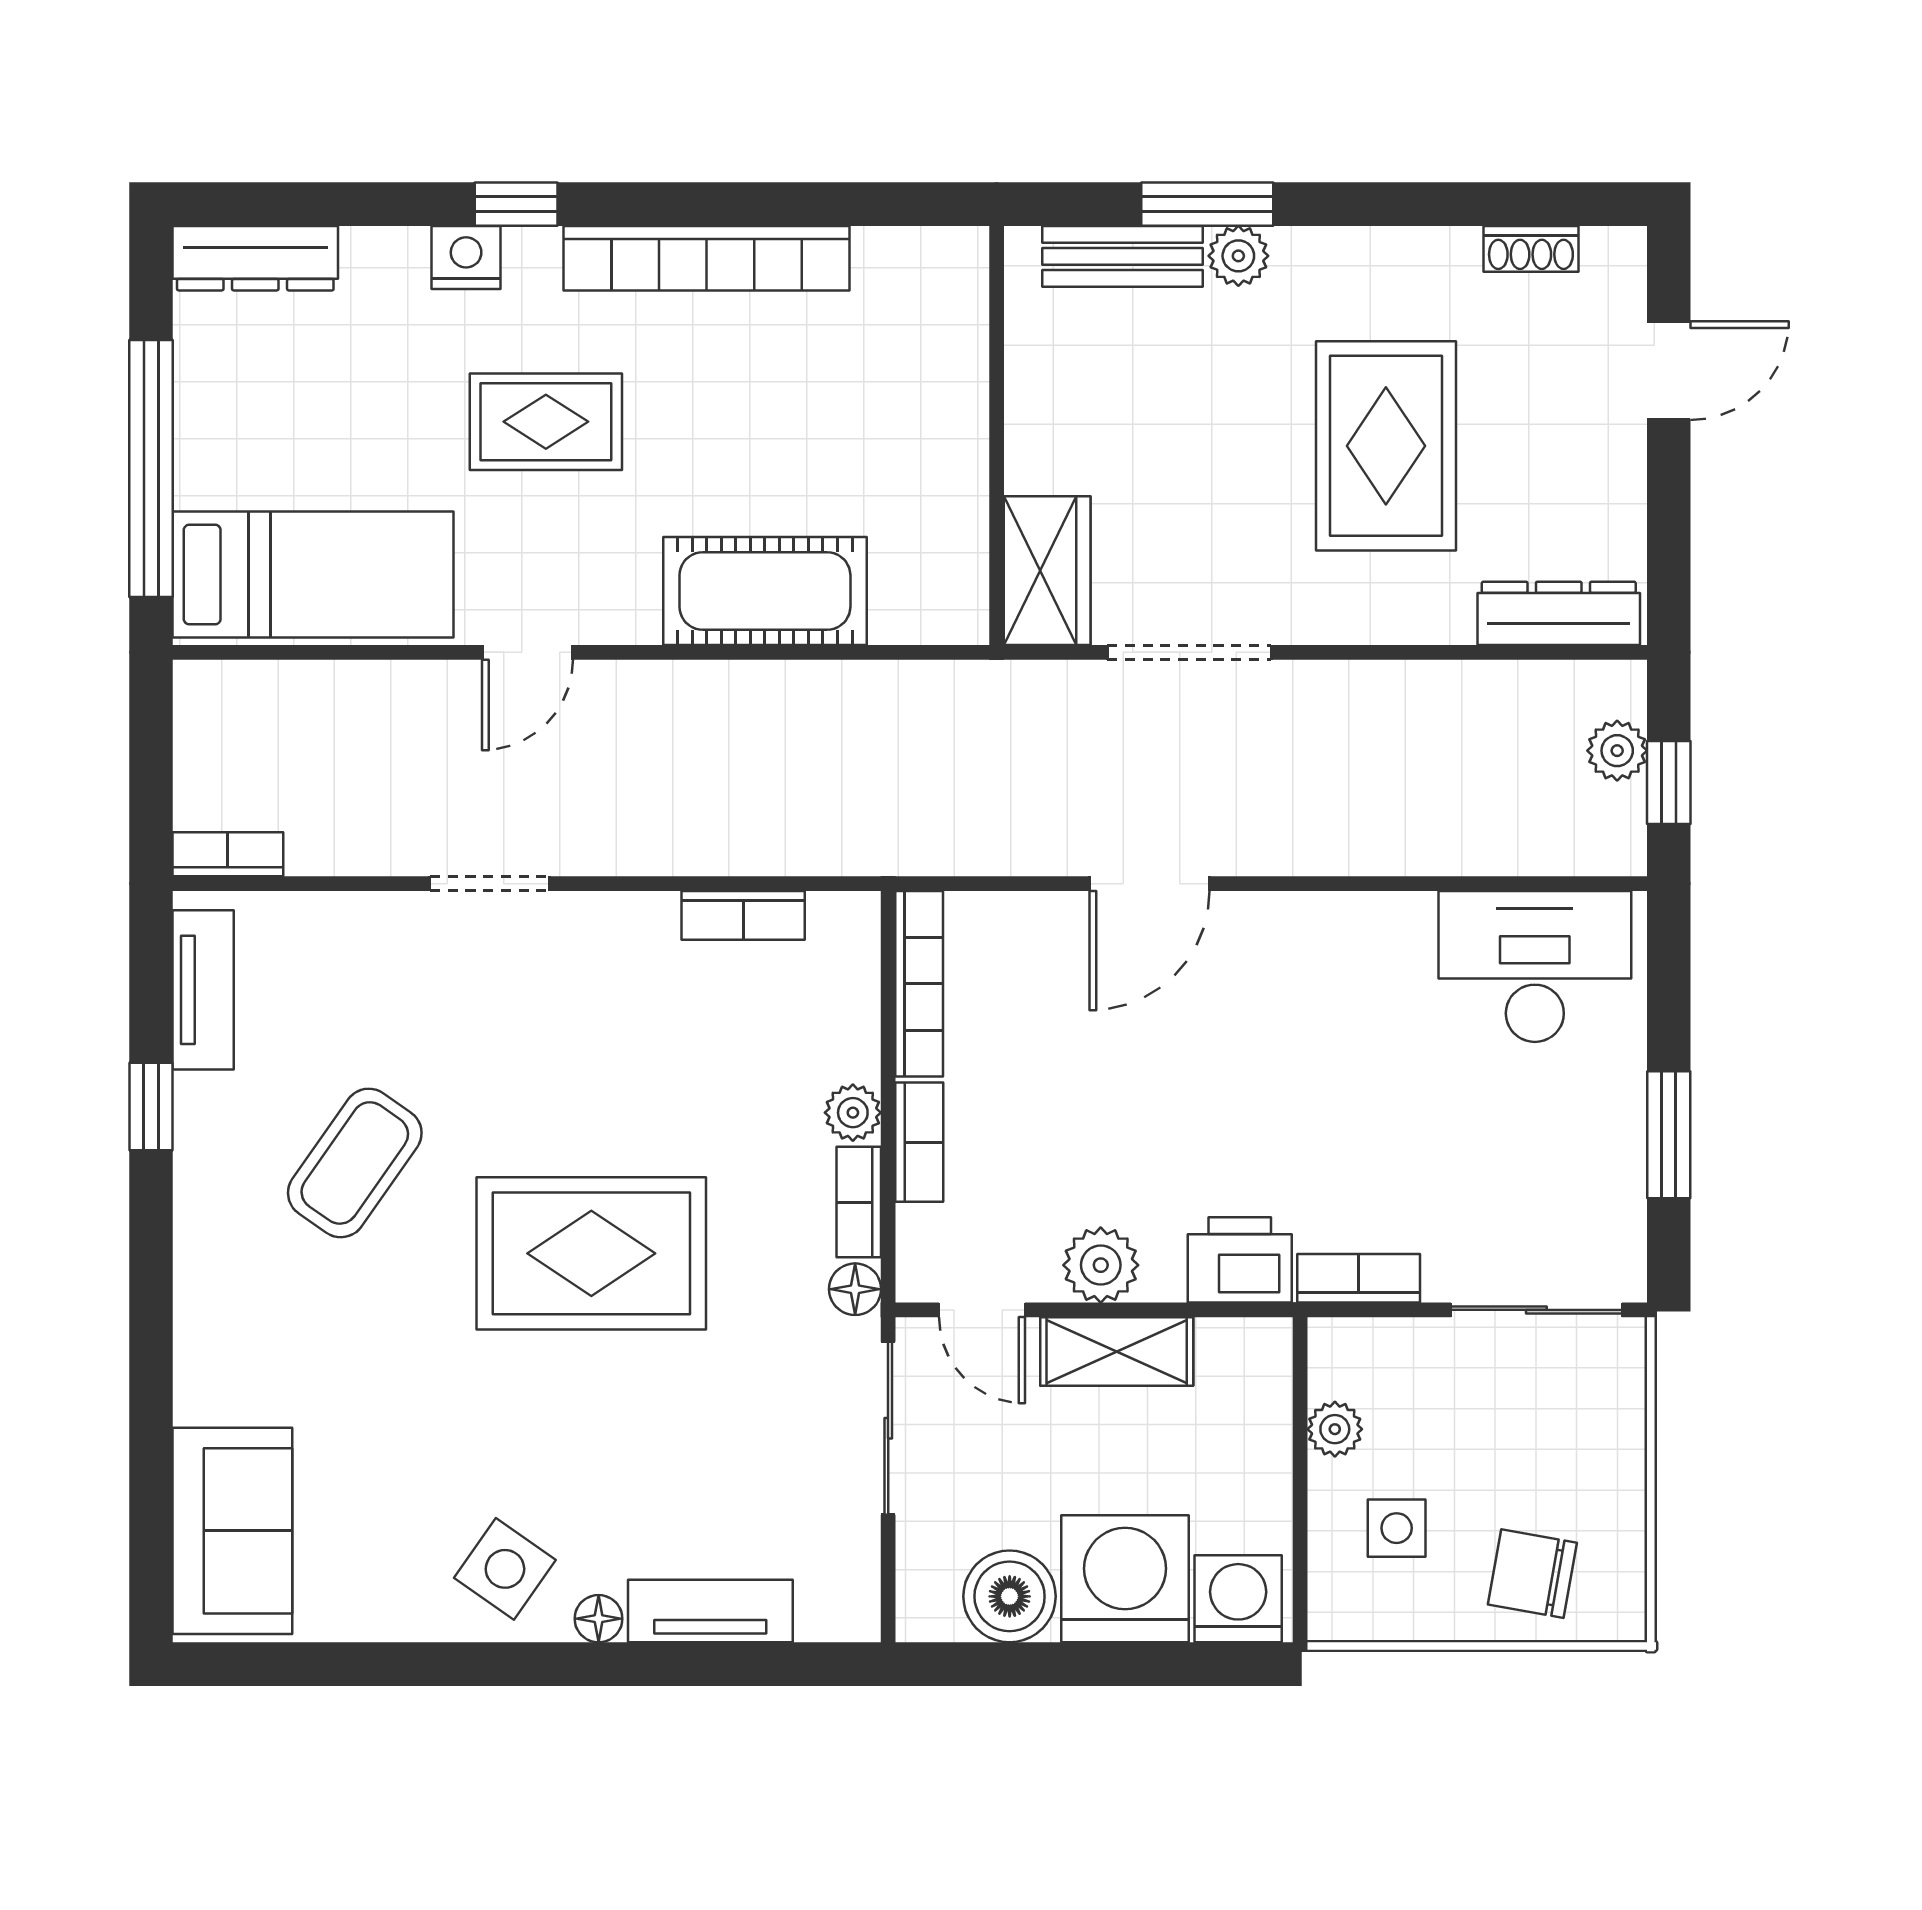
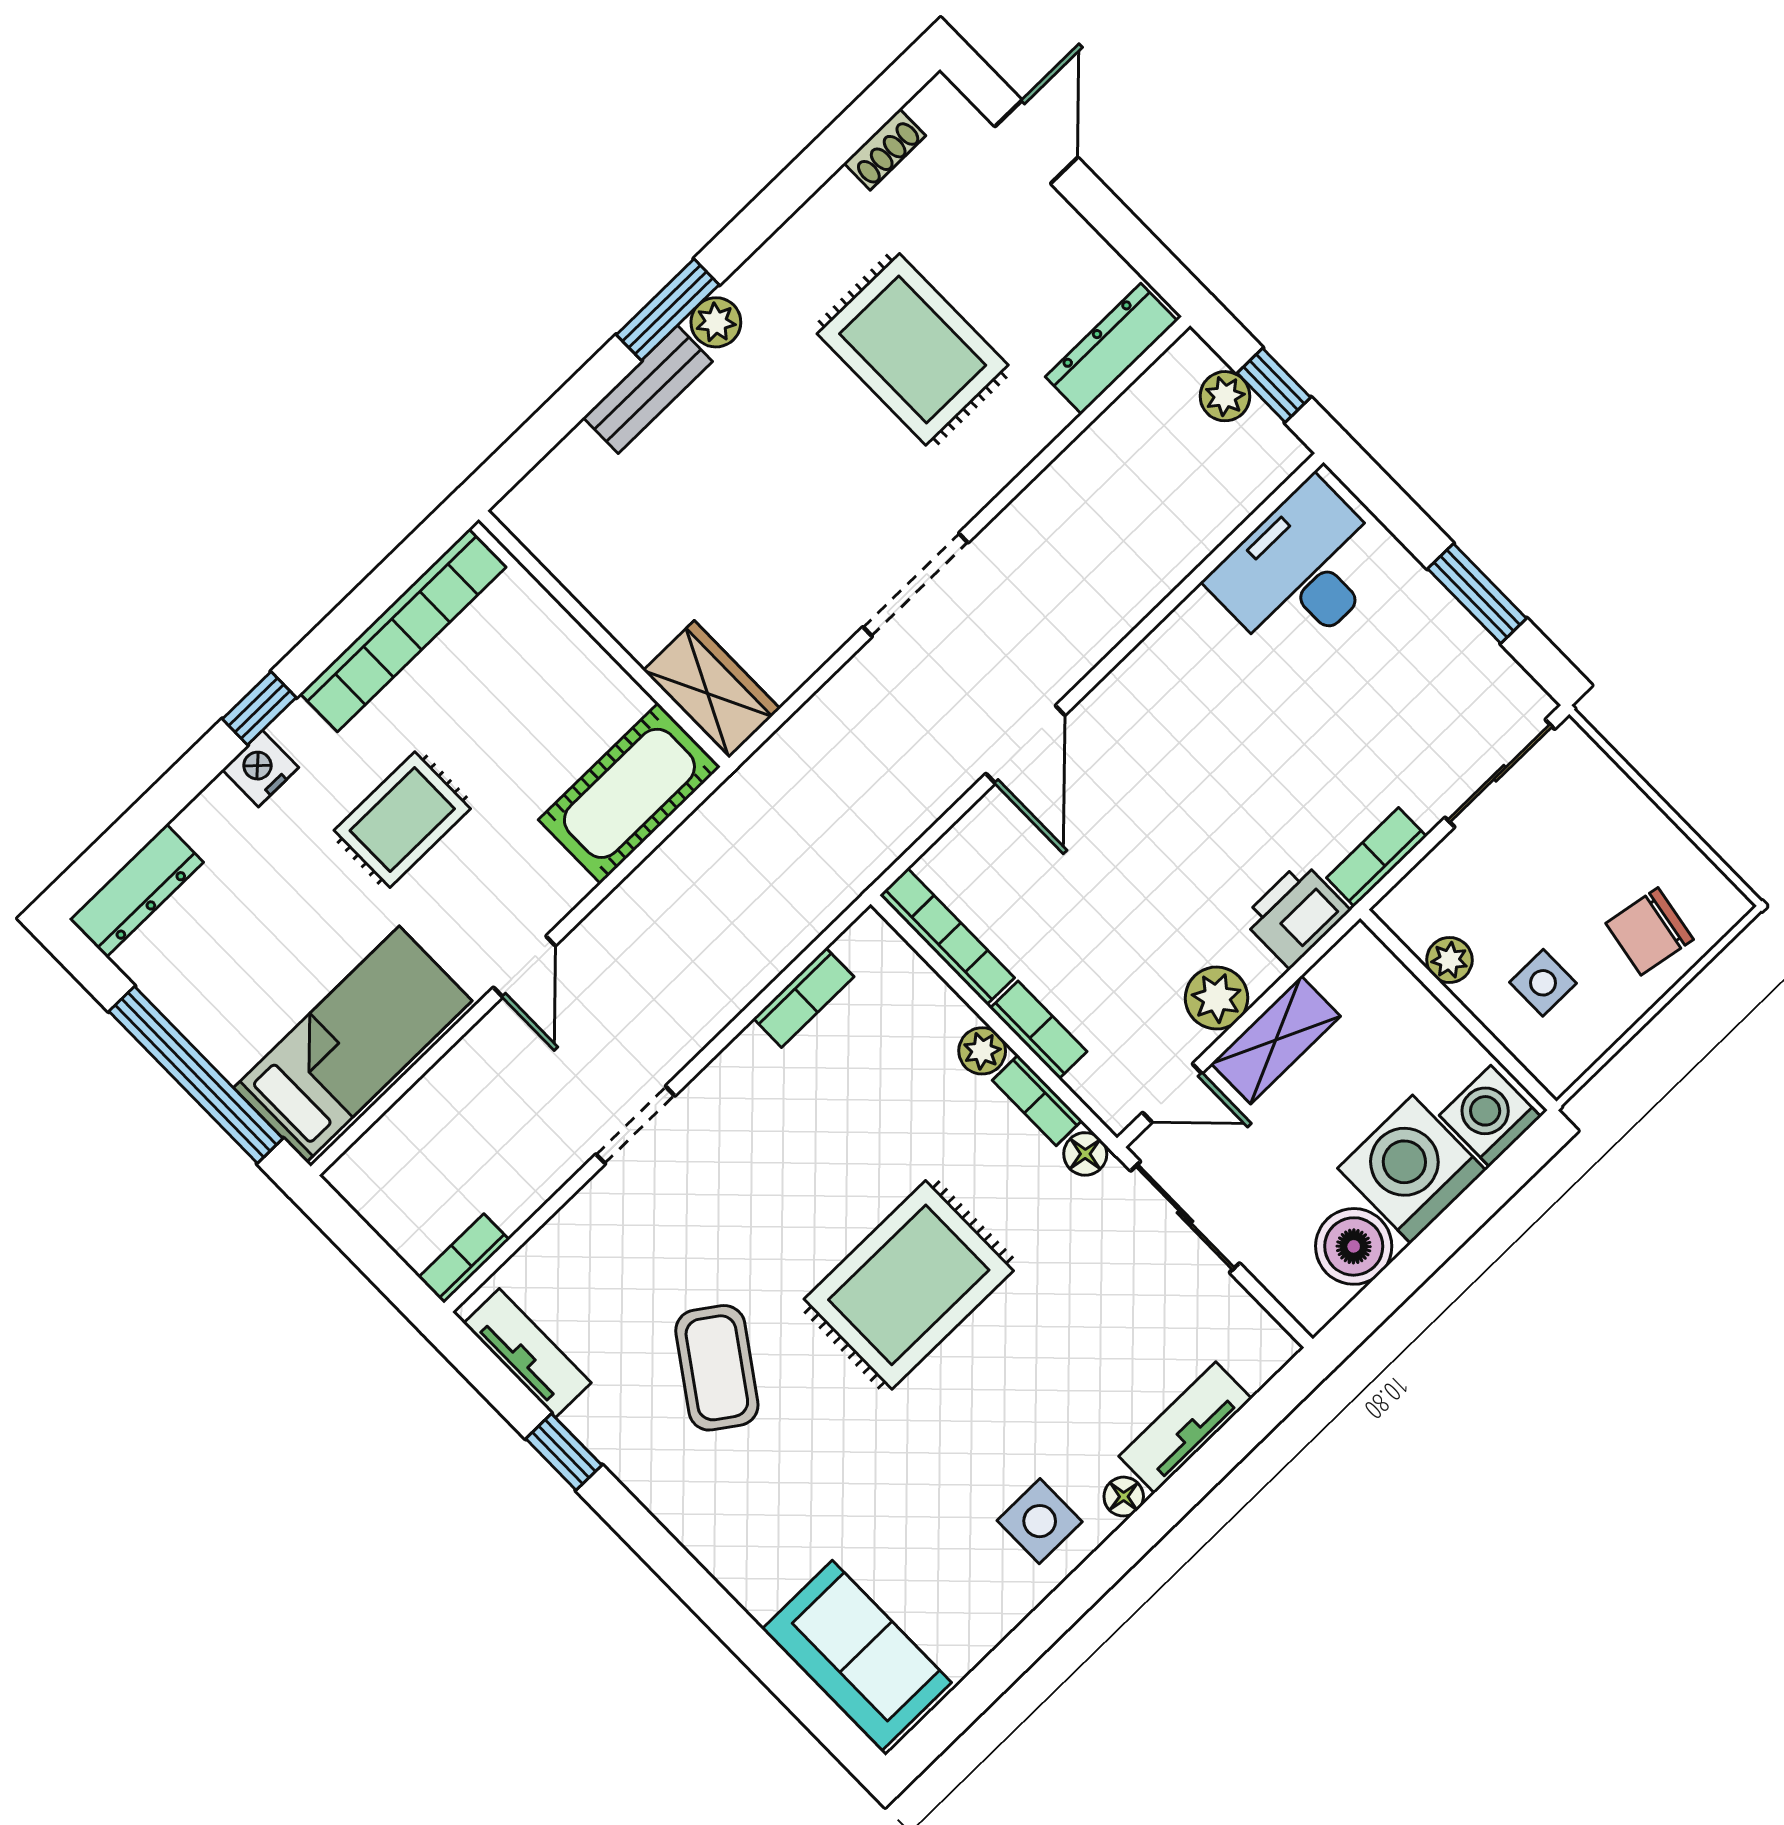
wall: (997, 435) -> (604, 639), moved
wardrobe: (1047, 571) -> (712, 689), moved
side table: (505, 1569) -> (1040, 1521), turned -35

